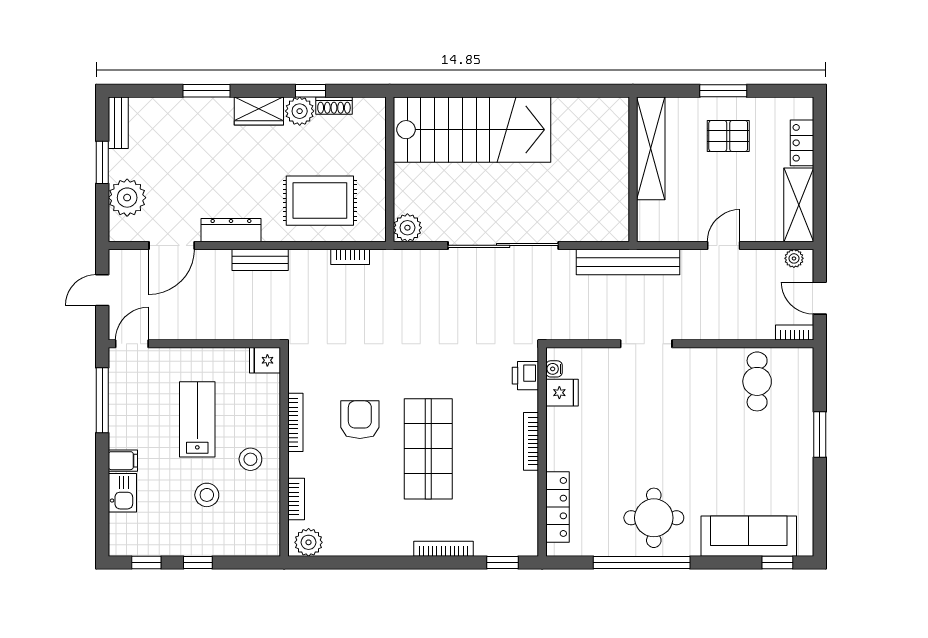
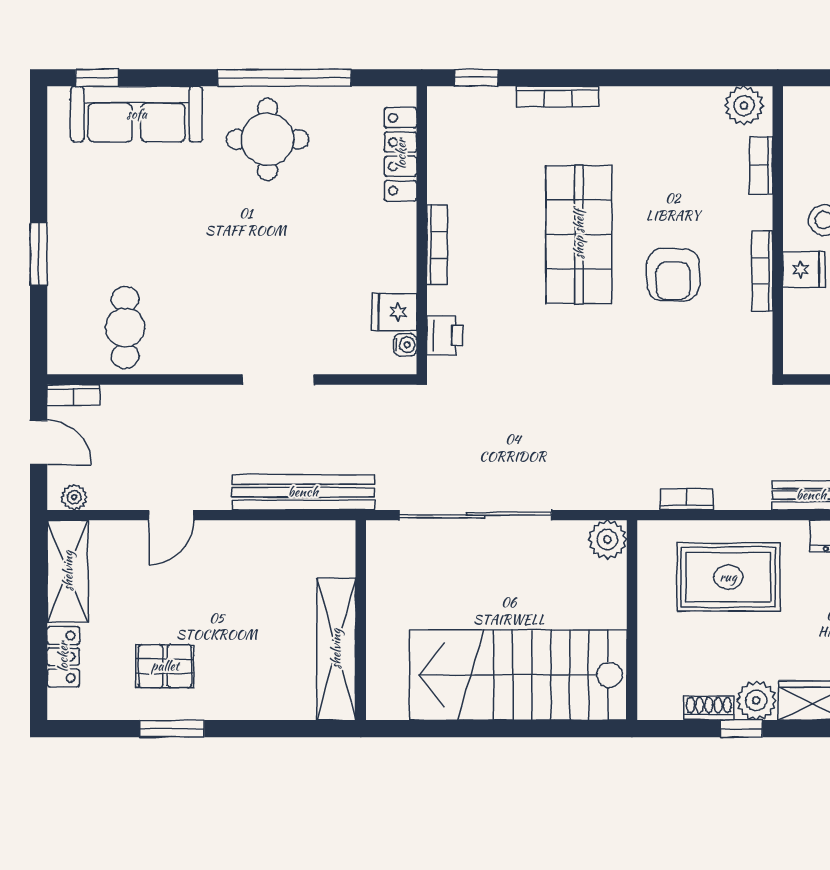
shelving: (651, 148) -> (336, 649), moved
wall: (633, 169) -> (361, 620), moved
fridge: (265, 360) -> (804, 270), moved

